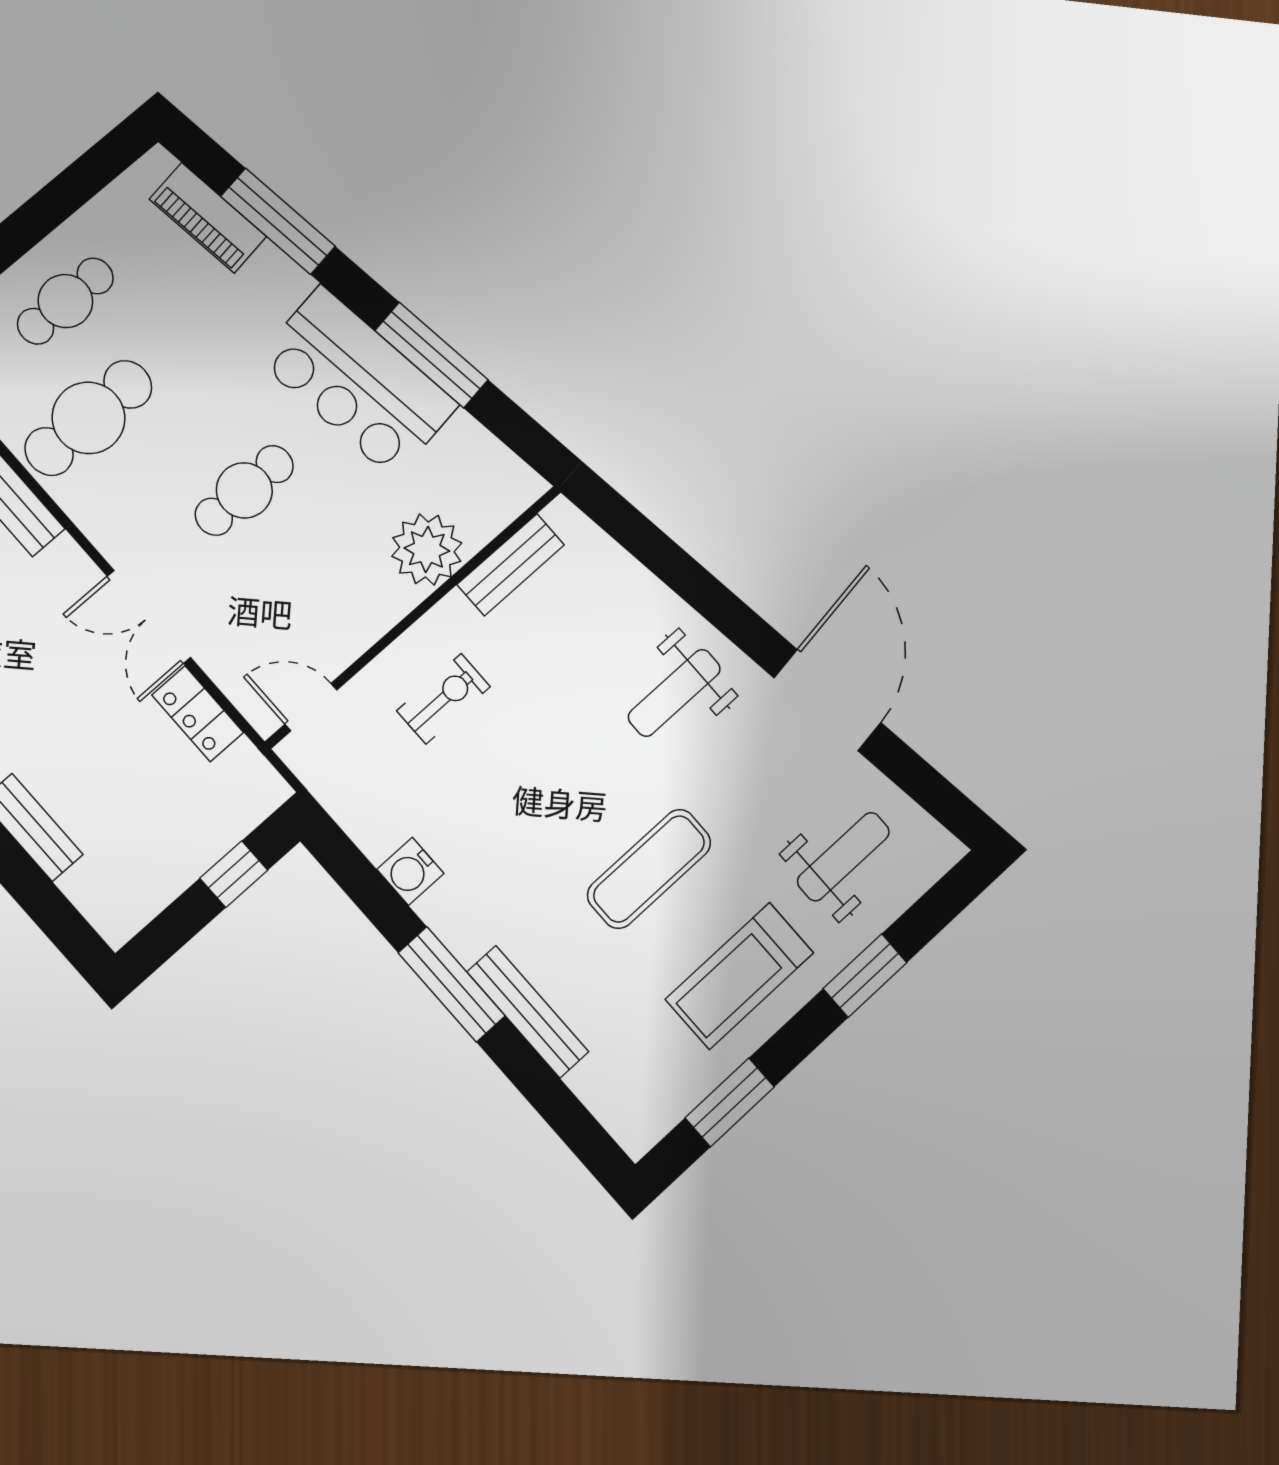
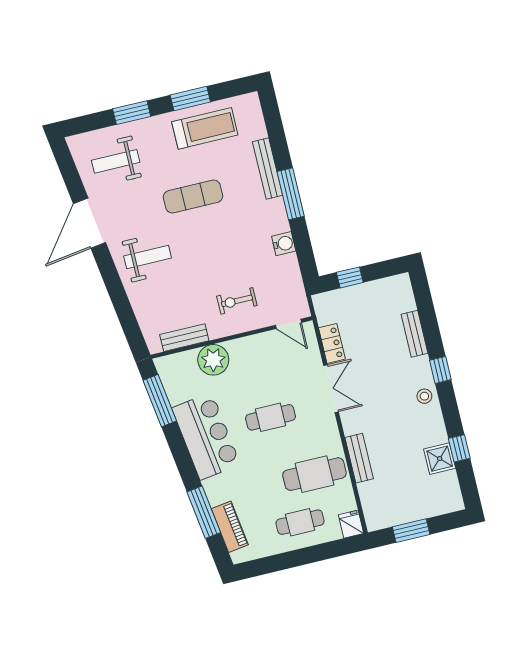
window: (432, 355) -> (160, 401), moved
treadmill: (740, 976) -> (205, 128), moved
window: (730, 1102) -> (190, 99), moved

